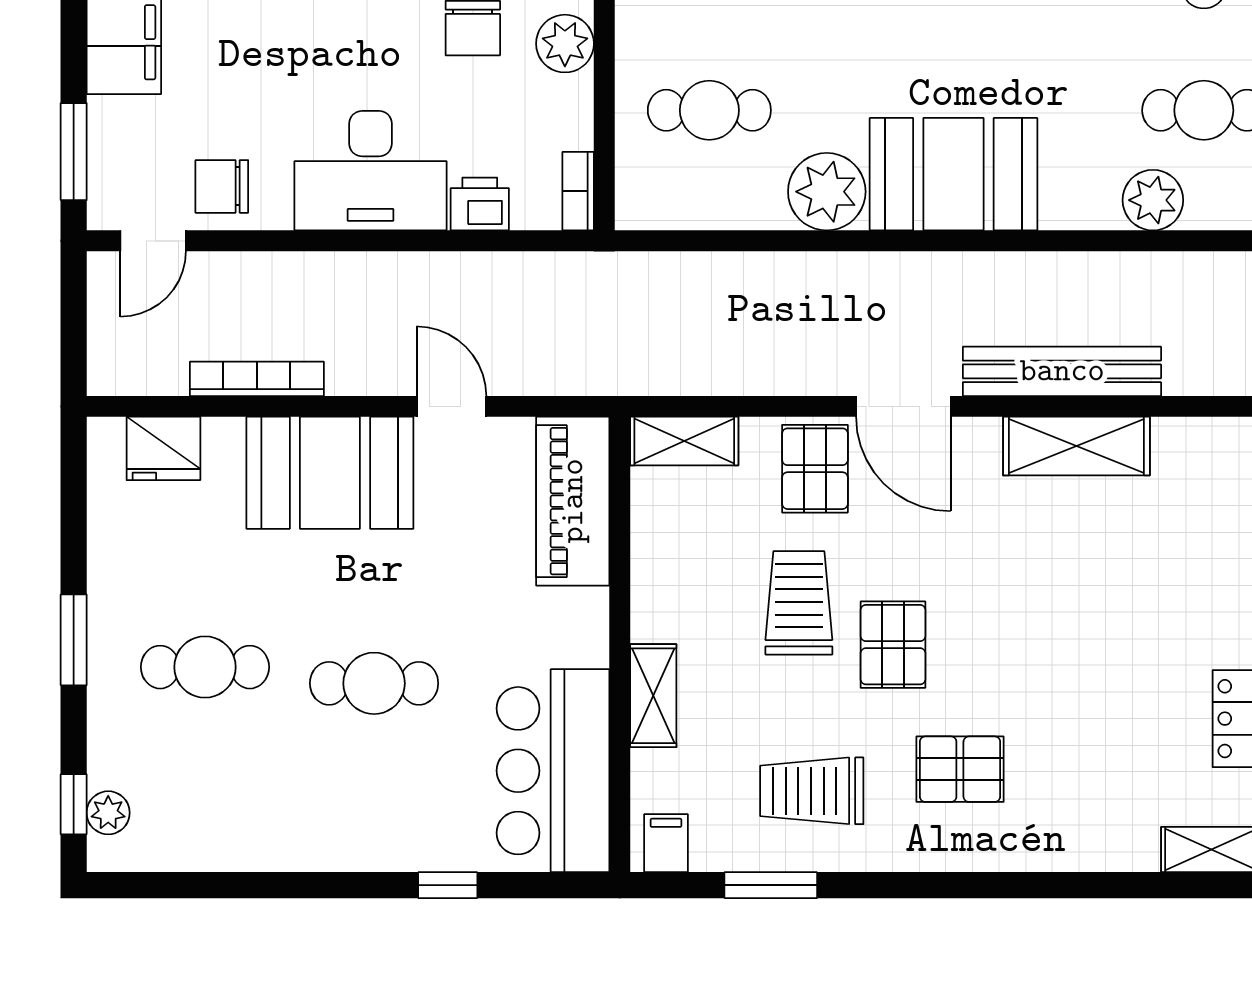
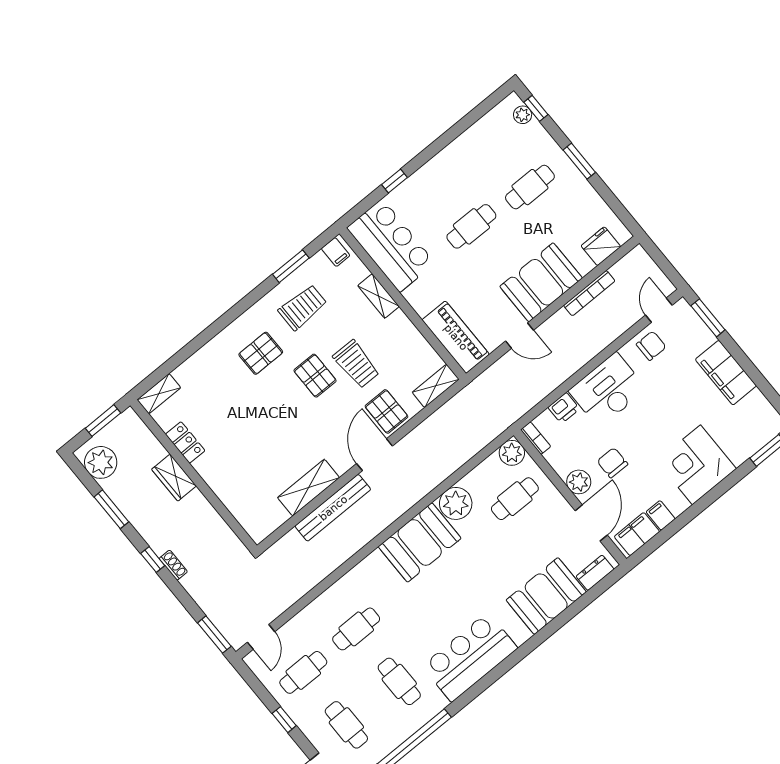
plant: (1153, 200) -> (512, 453), moved
door: (903, 406) -> (375, 455), hinge flipped

